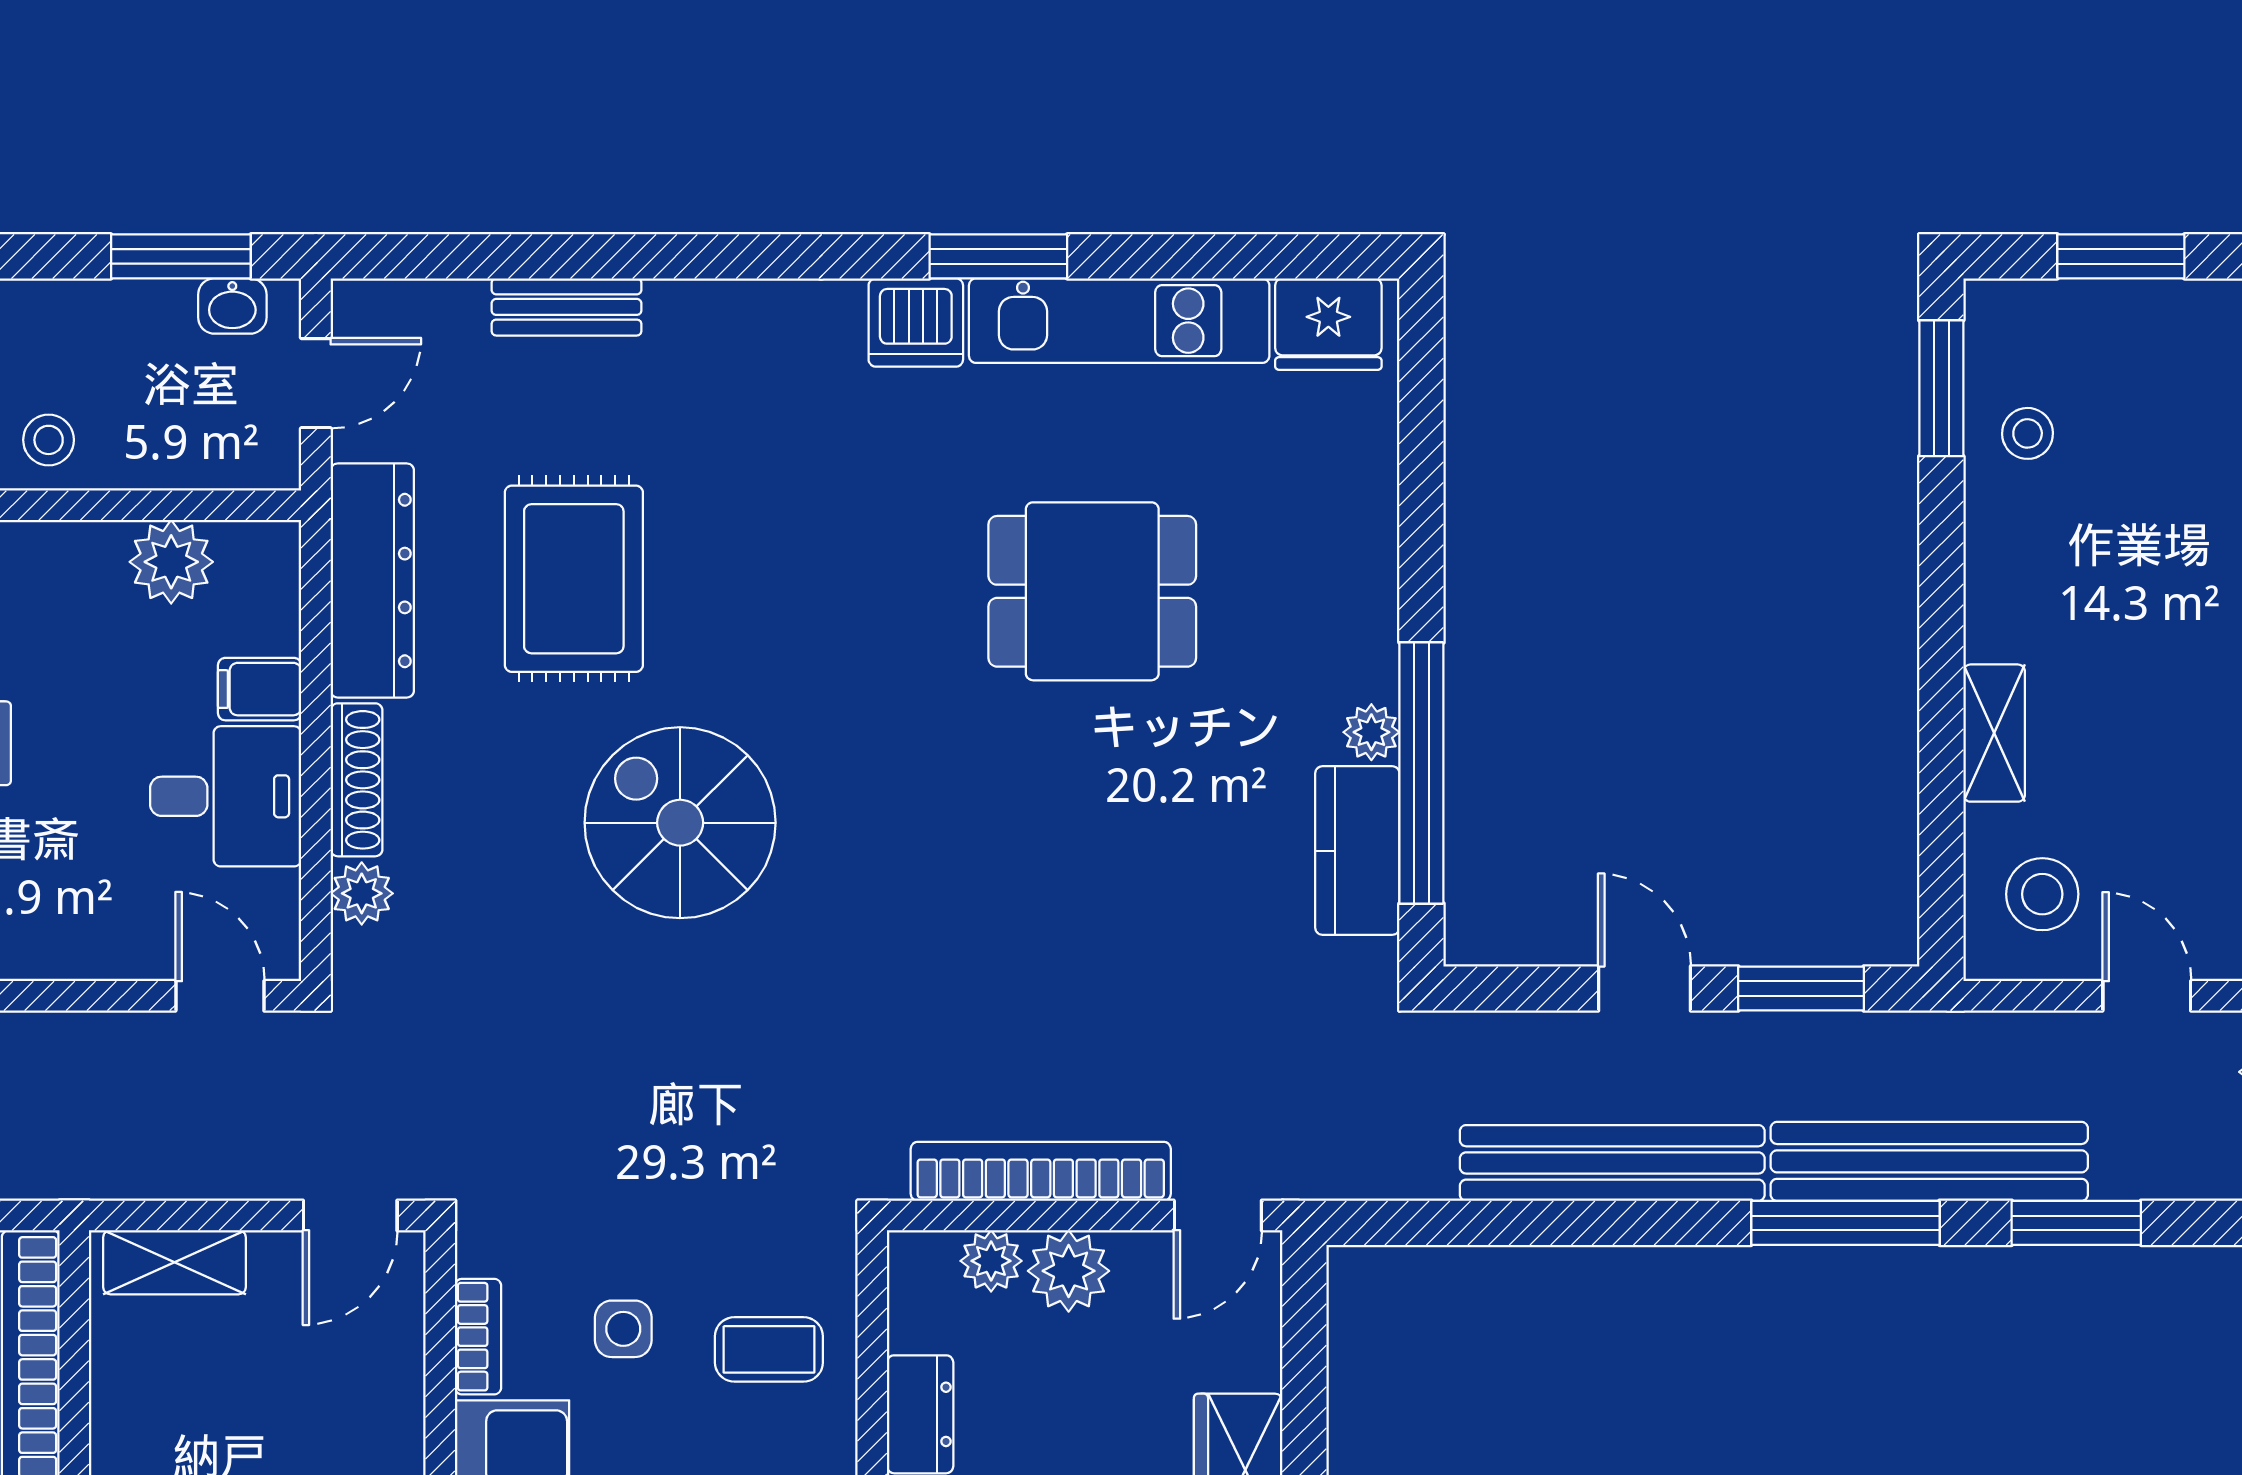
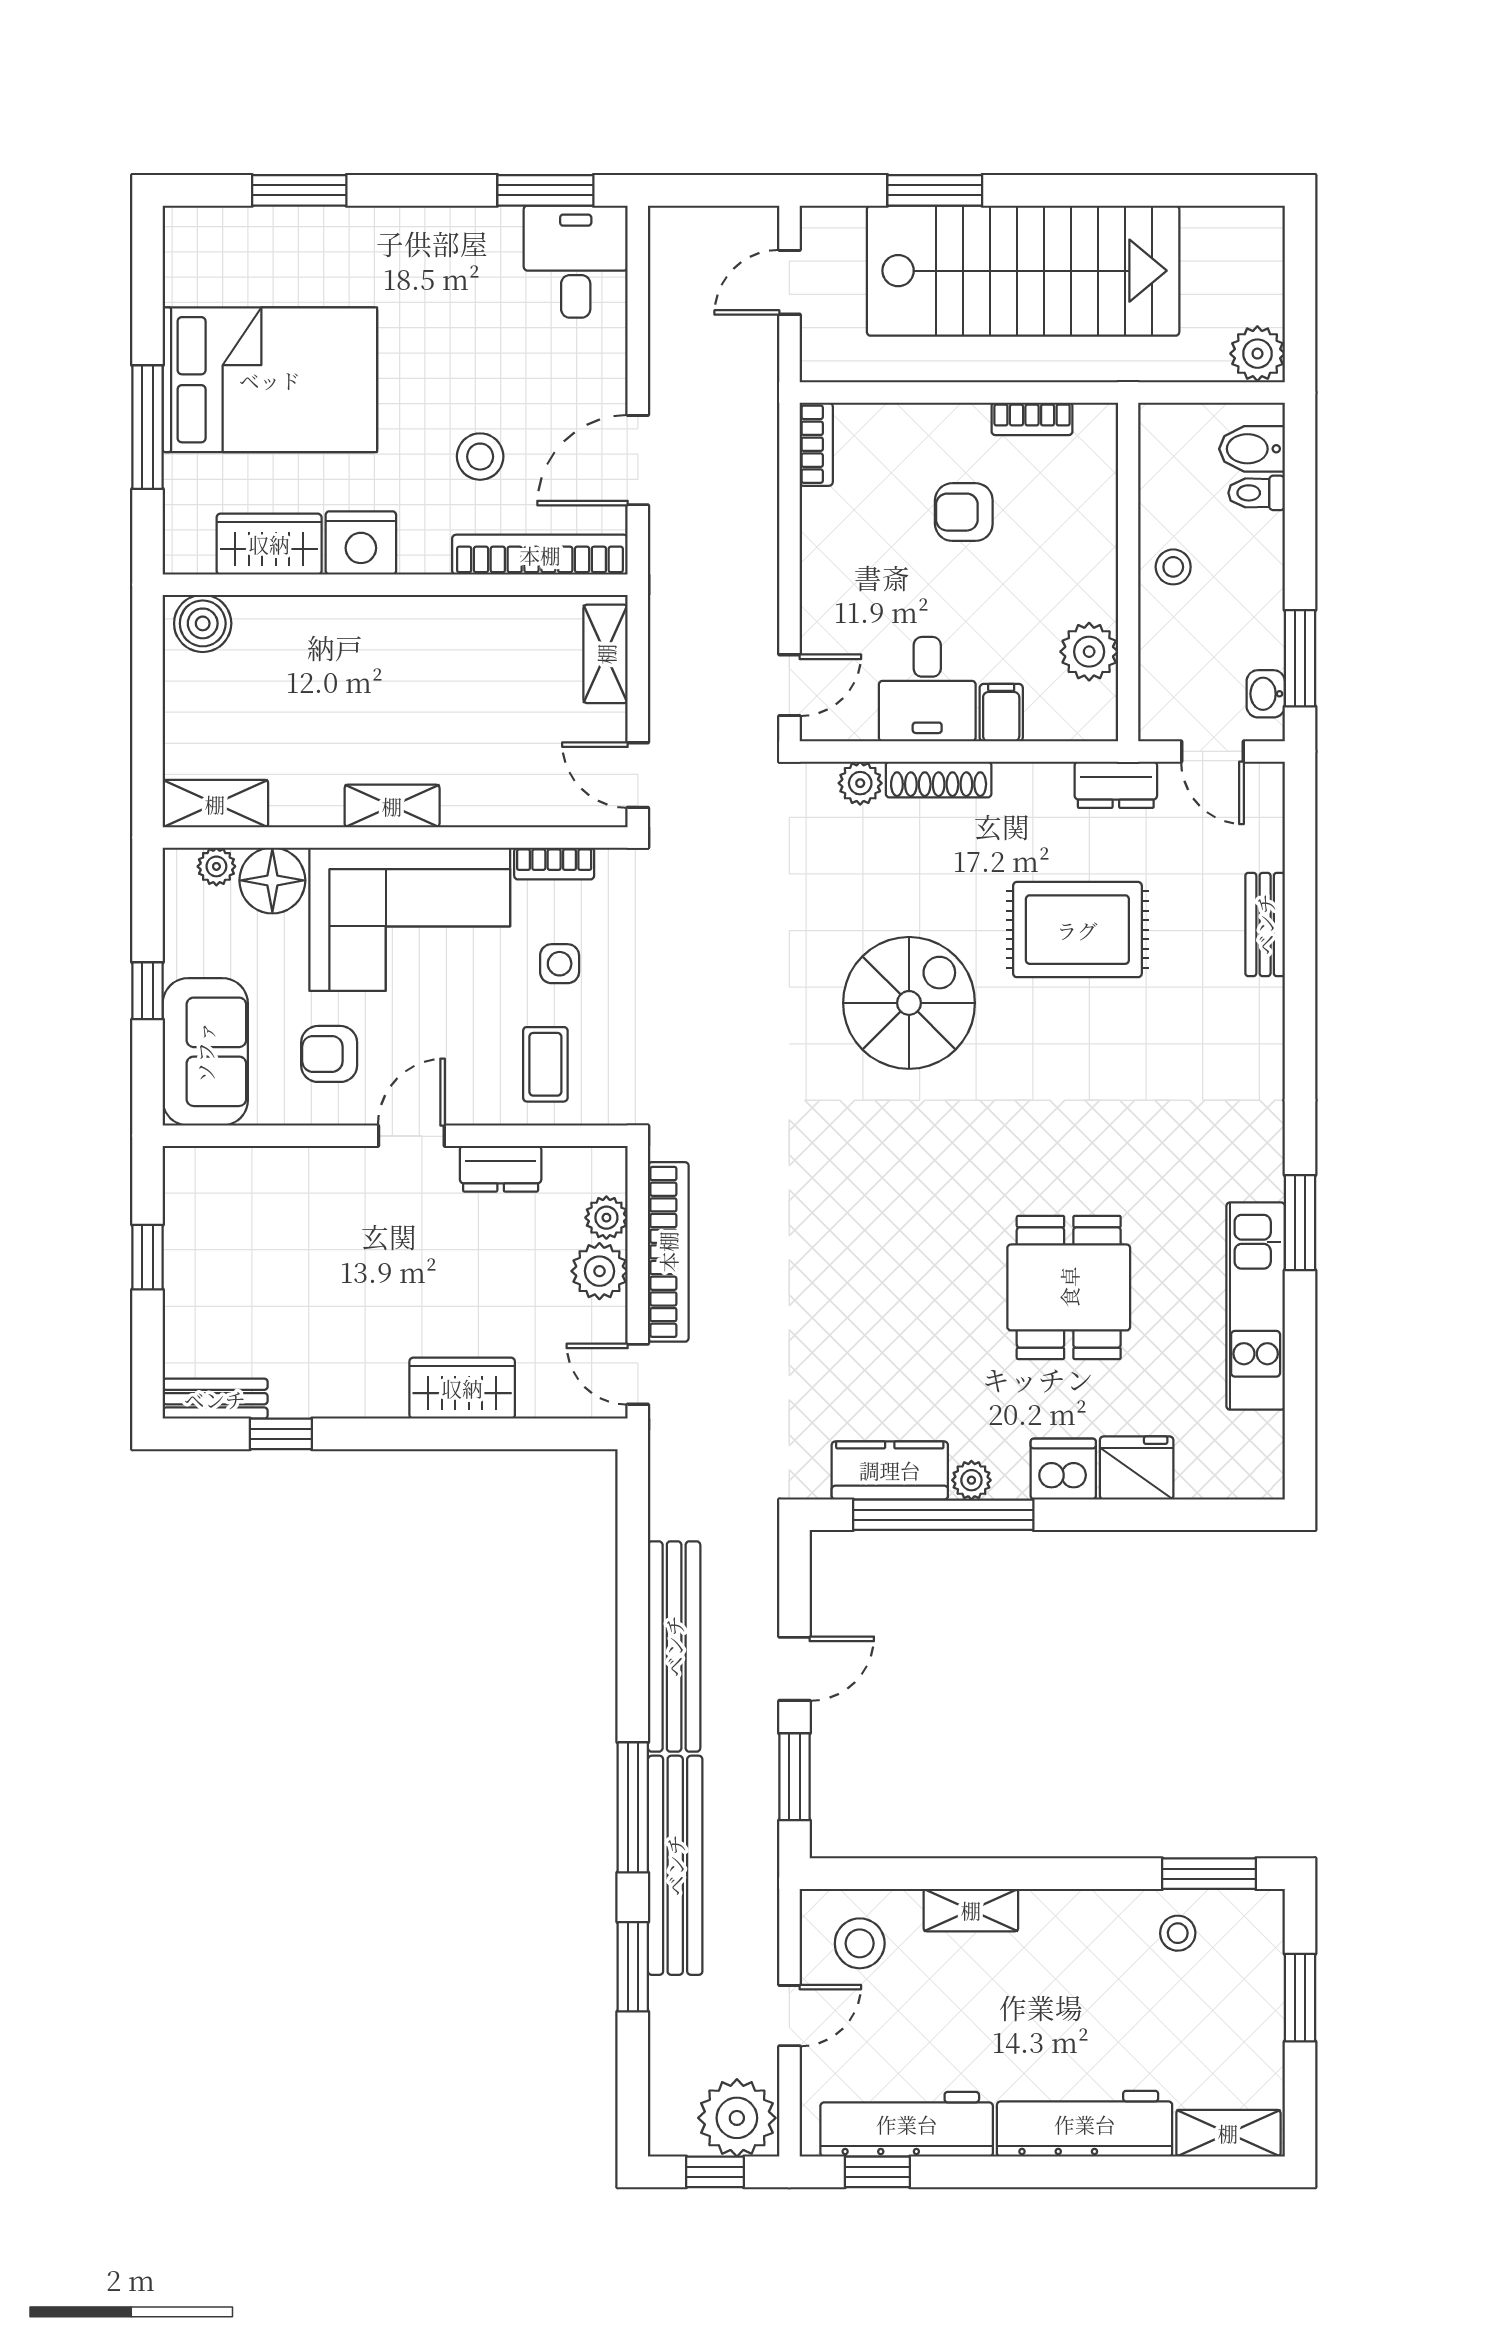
dishwasher: (916, 322) -> (1063, 1469), moved, turned 90
fridge: (1328, 324) -> (1137, 1468), moved, turned 90
dresser: (372, 580) -> (1116, 785), width x0.51, depth x0.80

